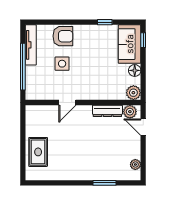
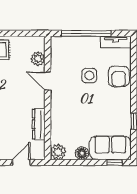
tv unit: (31, 45) -> (116, 42), width x0.71
plant: (130, 112) -> (38, 59), moved

